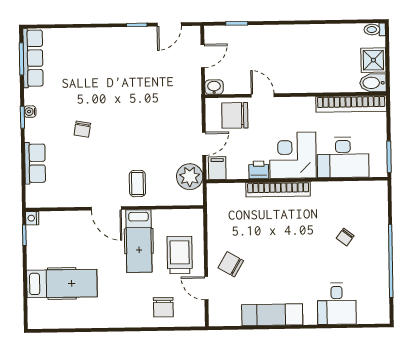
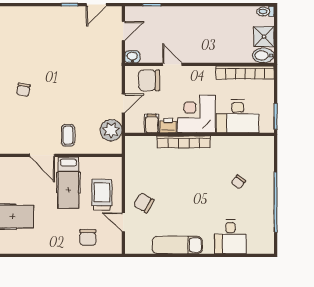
filing cabinet: (217, 168) -> (152, 124), moved

